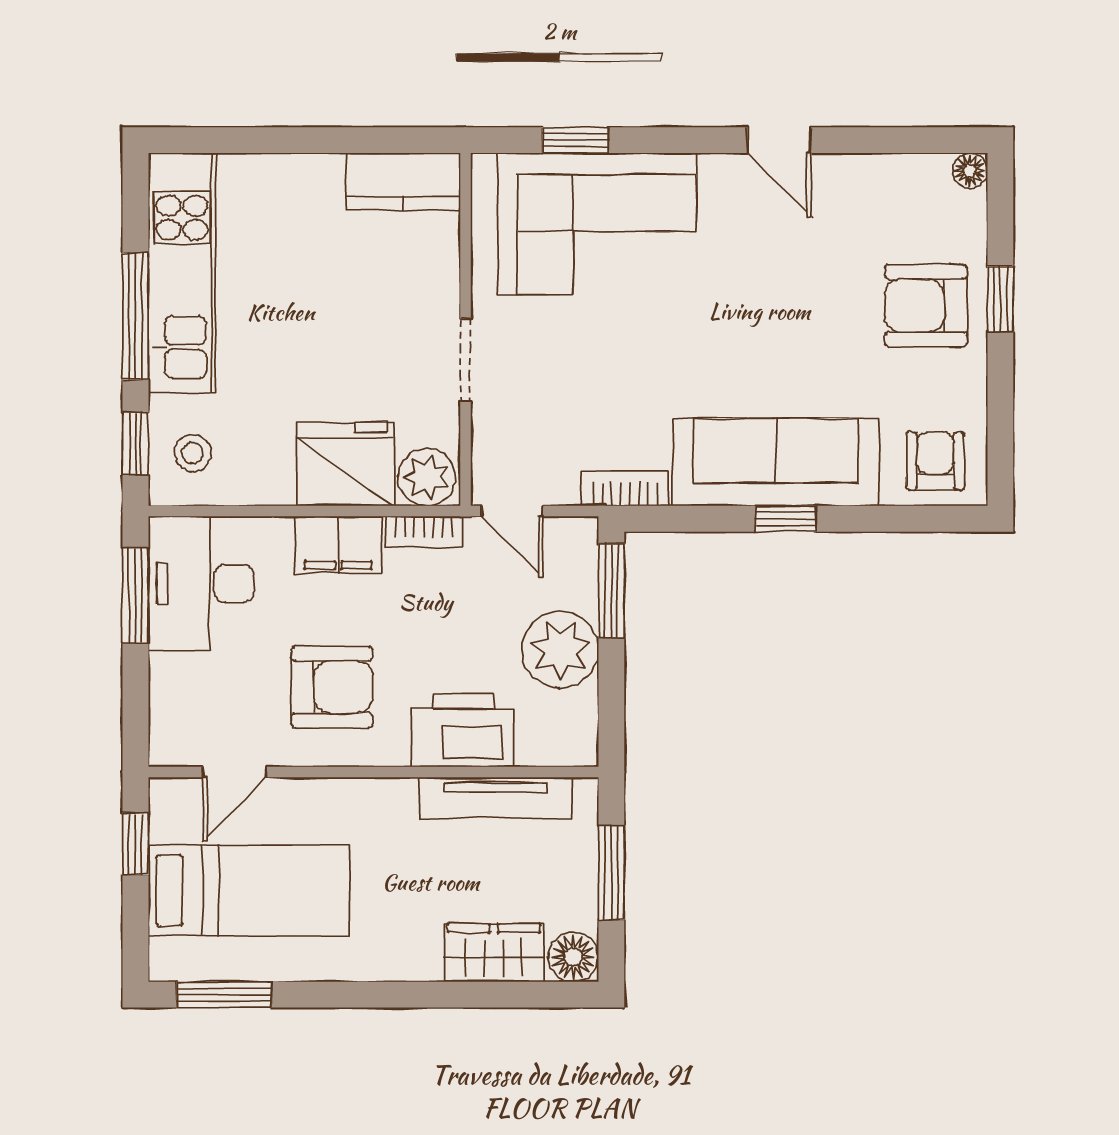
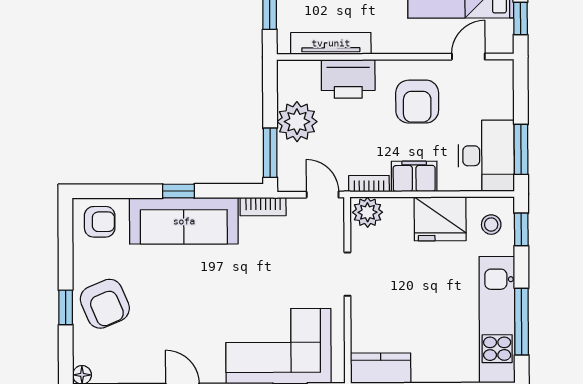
armchair: (926, 305) -> (105, 304), turned 67
window: (135, 316) -> (522, 322), moved
armchair: (935, 461) -> (100, 222), turned -90
fridge: (345, 464) -> (440, 219), moved
armchair: (332, 687) -> (417, 102), turned -90

